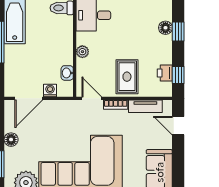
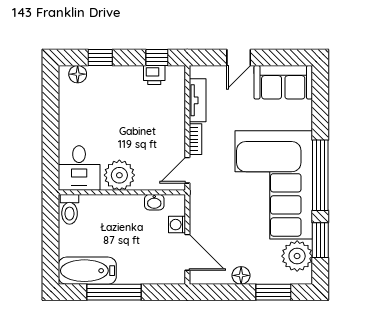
floor lamp: (165, 28) -> (78, 74), moved
plant: (82, 52) -> (119, 175), width x1.87, depth x1.87
rug: (127, 77) -> (159, 124), removed
door: (178, 126) -> (239, 58), moved

